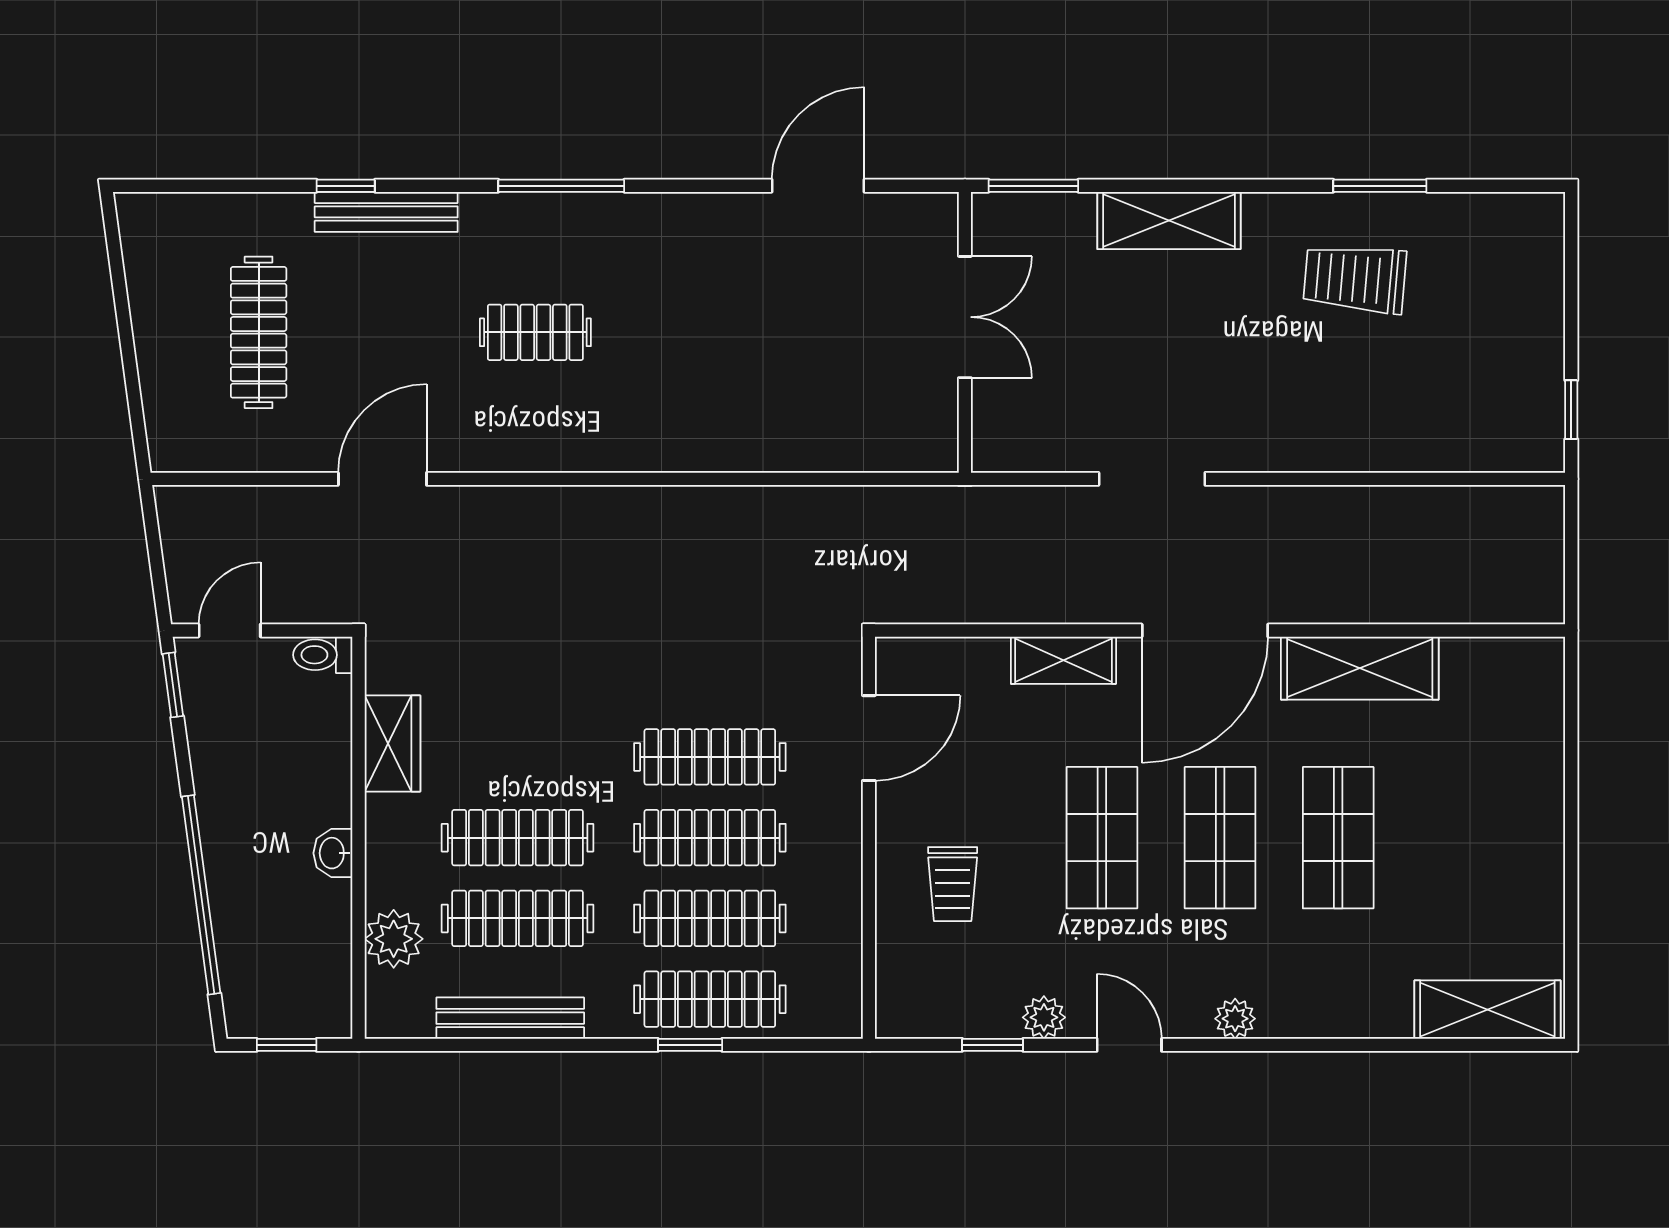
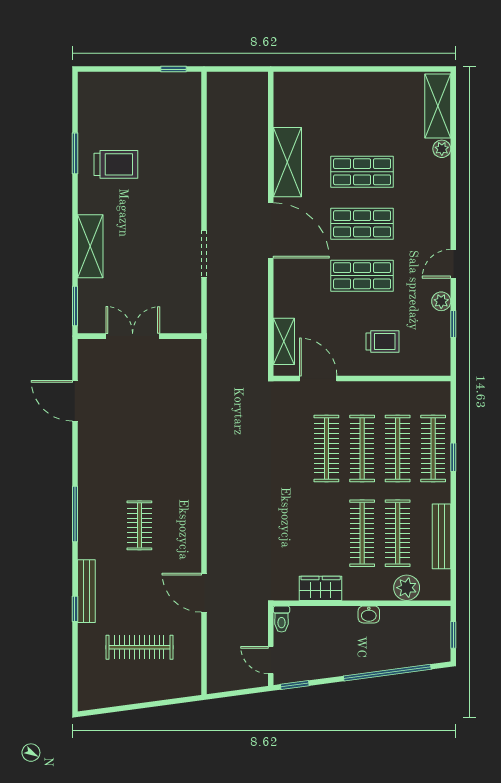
trolley: (1355, 279) -> (116, 164), turned -95
shelving: (1063, 660) -> (284, 341), moved
plant: (1235, 1019) -> (442, 149), moved

